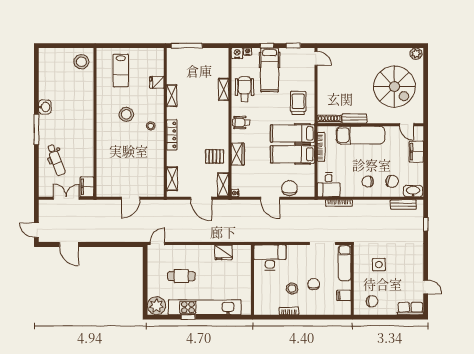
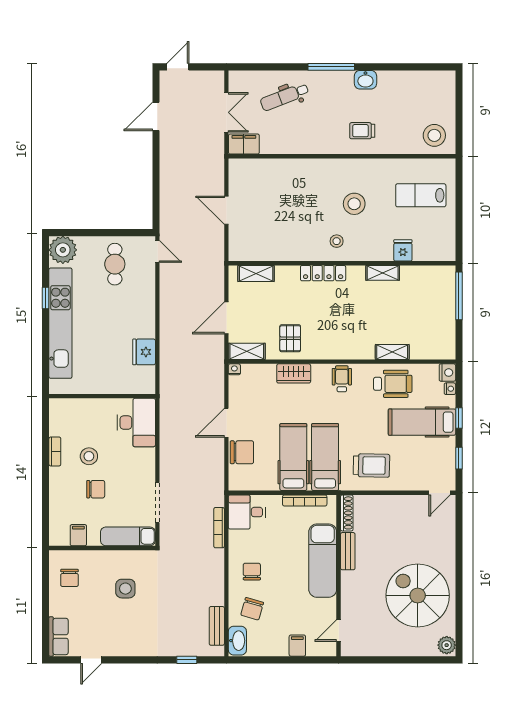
spiral stairs: (394, 87) -> (418, 596), moved, turned 90
trolley: (78, 109) -> (362, 131), added
filing cabinet: (416, 152) -> (297, 646), width x0.50
cafe table: (181, 276) -> (115, 264), moved

